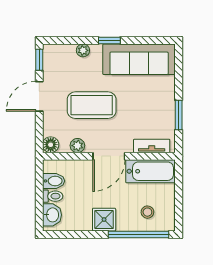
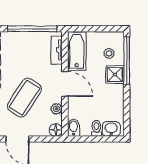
coffee table: (92, 105) -> (24, 98), turned 33
window: (179, 115) -> (32, 29), width x2.11
bidet: (54, 181) -> (74, 128), moved
shower: (104, 220) -> (115, 75), moved

